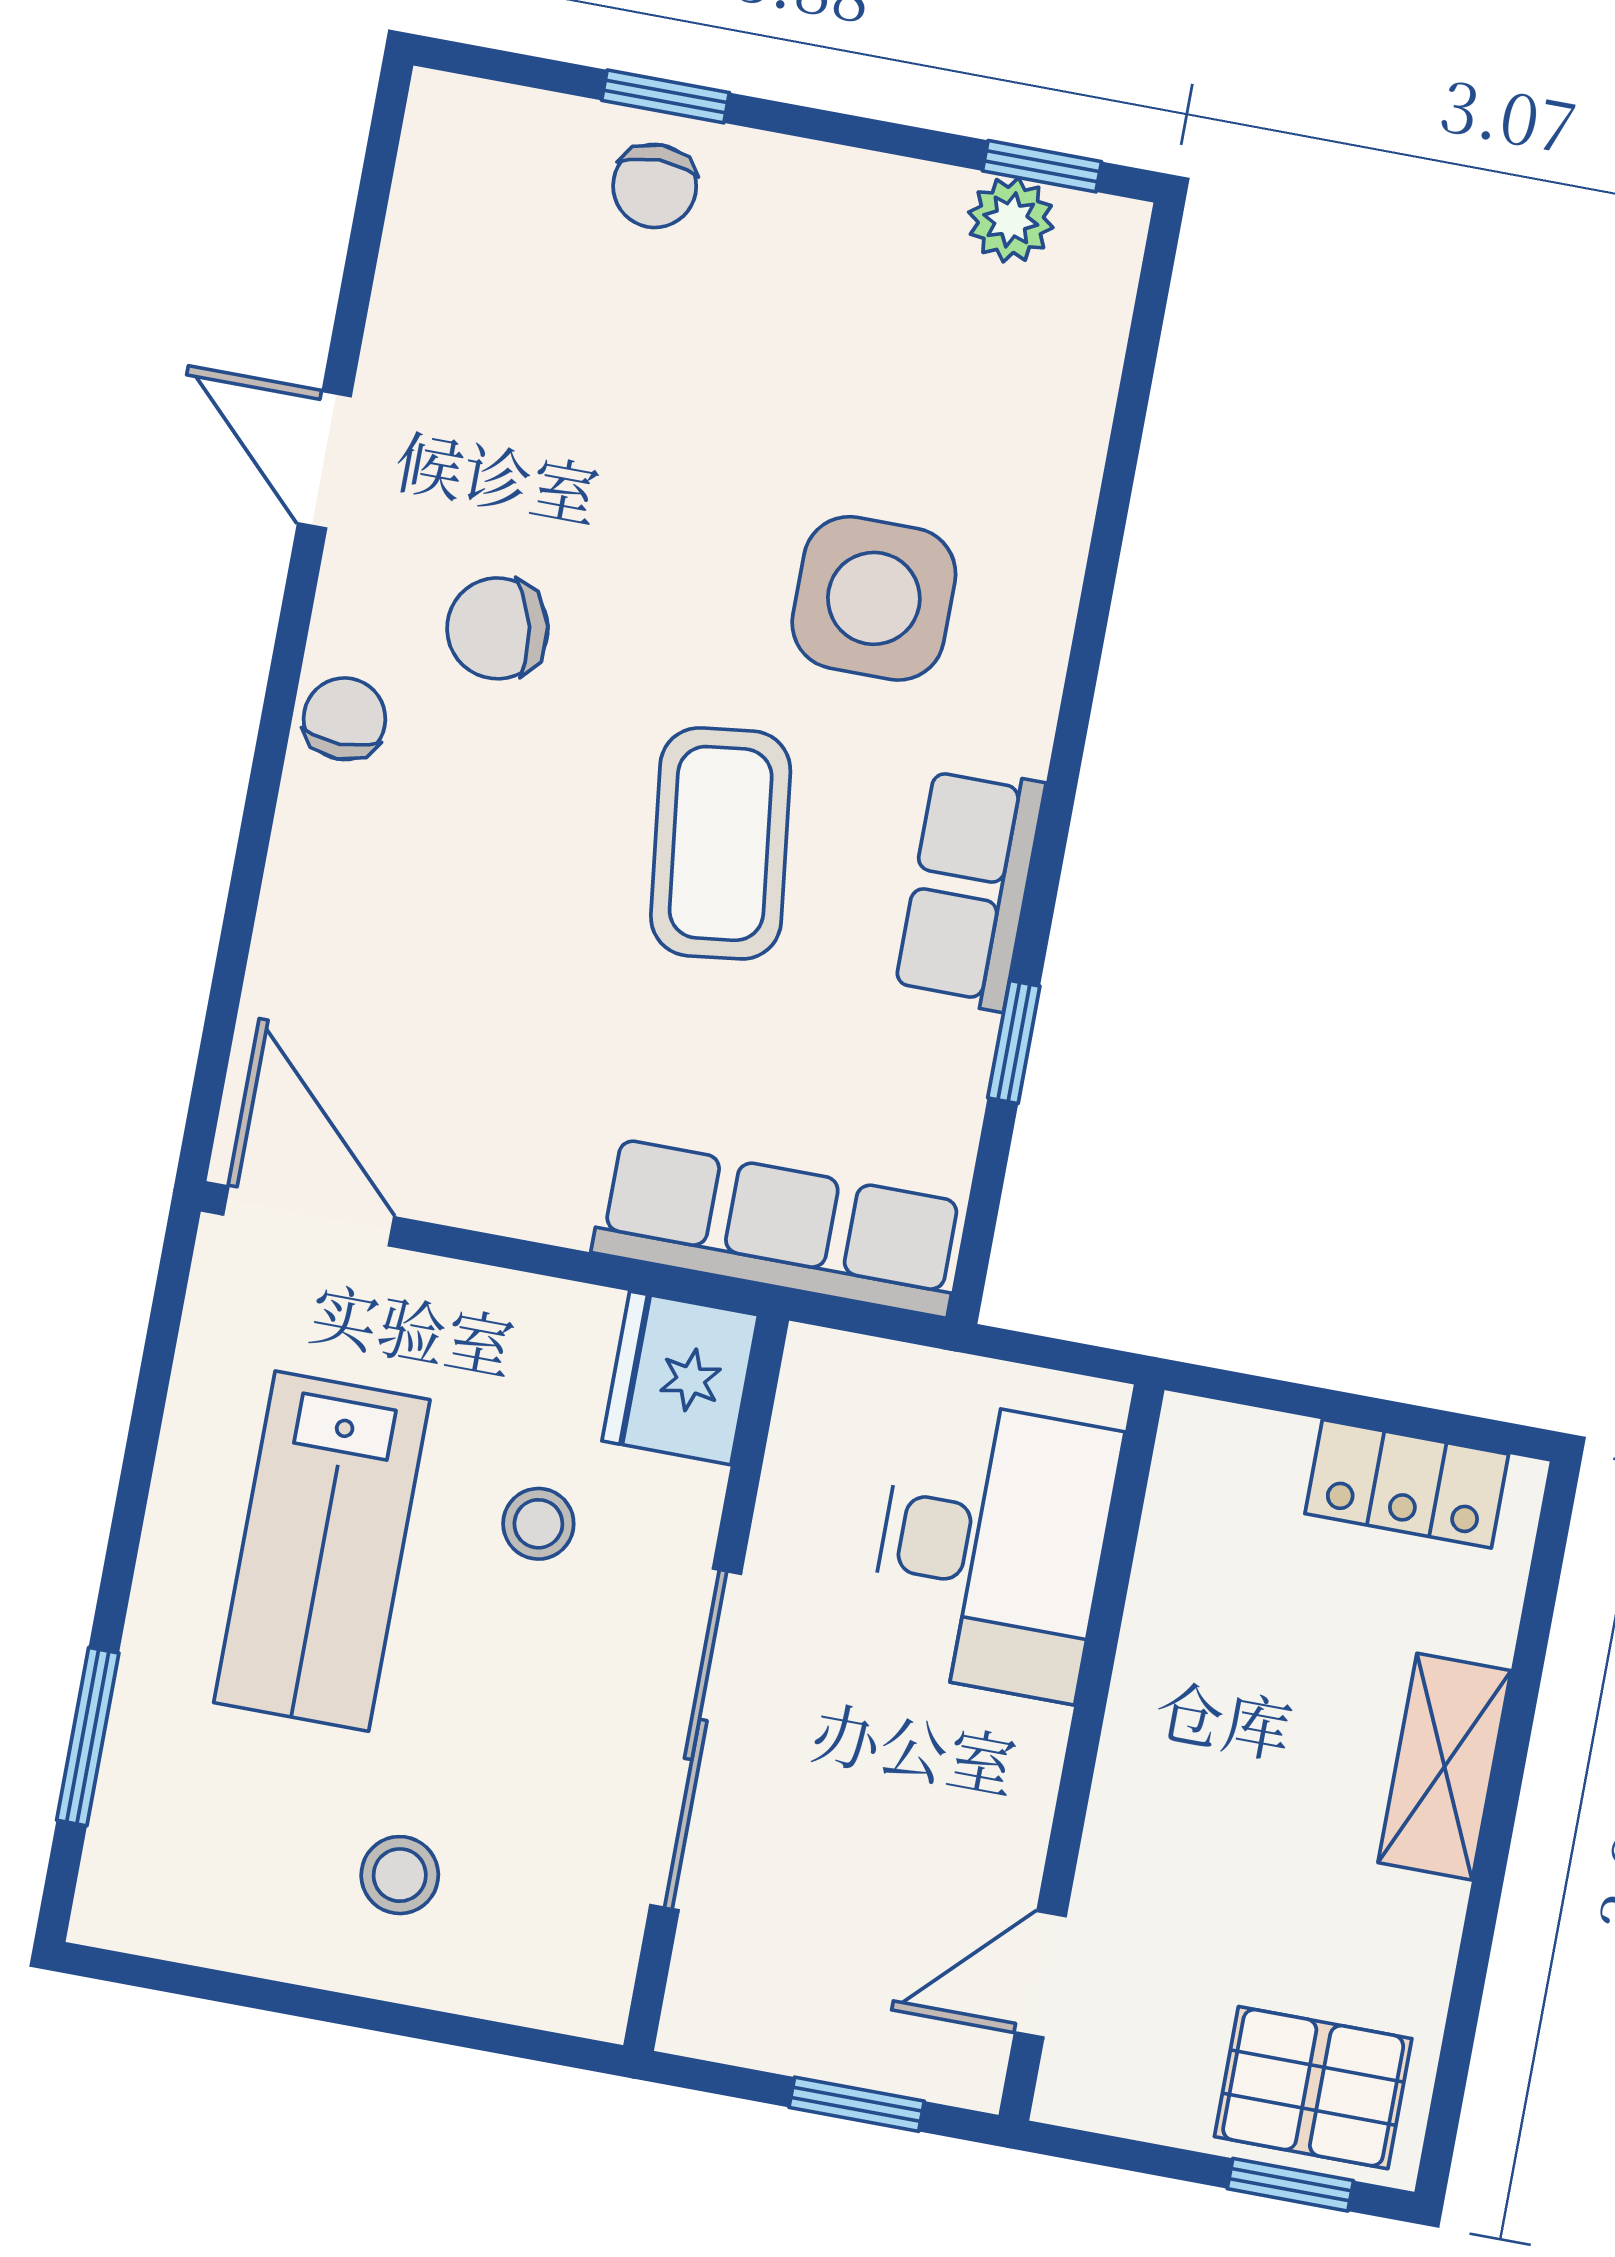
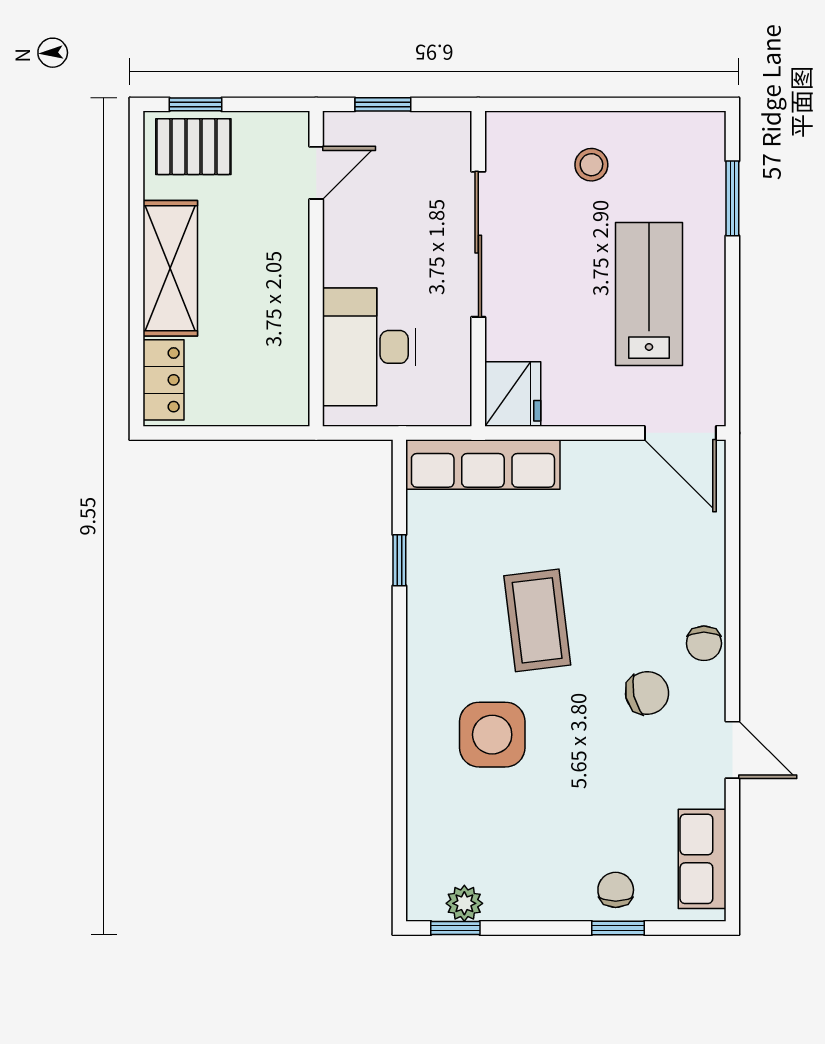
row of seats: (970, 888) -> (702, 859), moved, turned 180
locker: (1407, 1484) -> (163, 380), moved, turned 90
stool: (538, 1524) -> (561, 322), removed
shelving: (1445, 1767) -> (170, 268), width x1.50, depth x1.33

